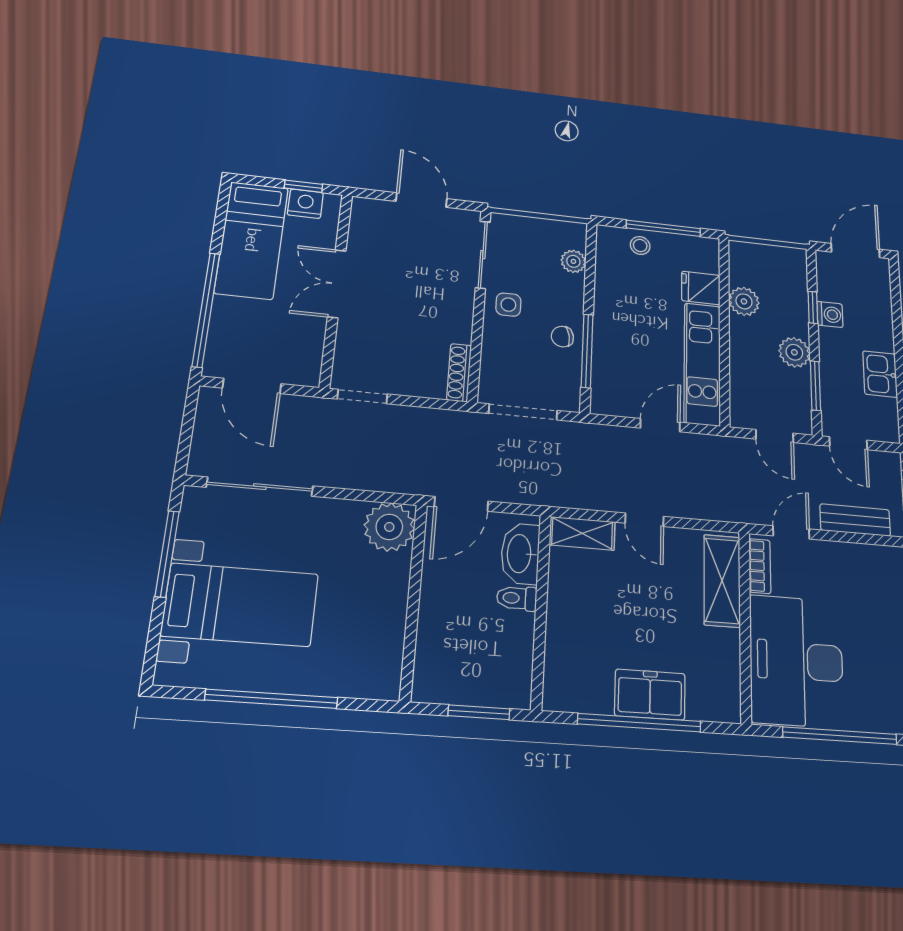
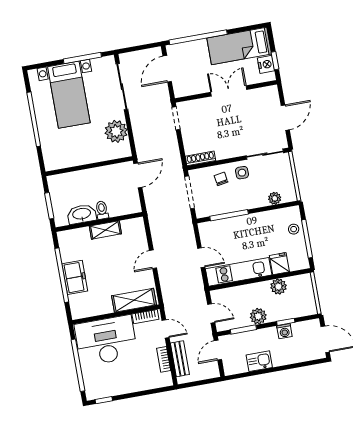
chair: (562, 337) -> (221, 179), moved
door: (775, 436) -> (211, 313), swing flipped
door: (461, 504) -> (138, 175), swing flipped
plant: (389, 527) -> (116, 131), moved
shelving: (582, 533) -> (105, 230), moved, turned 90
bookcase: (852, 552) -> (164, 359), added
washbasin: (520, 554) -> (82, 214), moved

